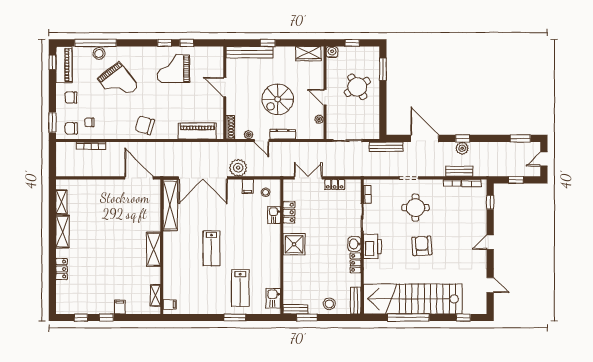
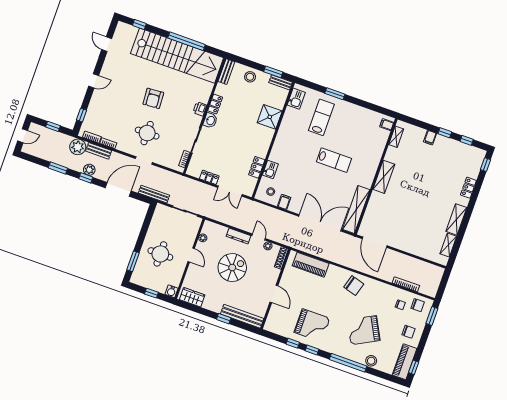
window: (95, 43) -> (348, 363), moved
grand piano: (118, 82) -> (364, 330), turned -80
round table: (357, 87) -> (160, 254), turned 32
door: (425, 138) -> (118, 189), swing flipped
window: (520, 138) -> (58, 168), moved
plant: (238, 168) -> (78, 147), moved
shower: (294, 244) -> (270, 117), moved
printer: (372, 246) -> (200, 109), width x0.53, depth x0.68
lab bench: (211, 248) -> (334, 160), turned 90
window: (52, 299) -> (485, 165), added

